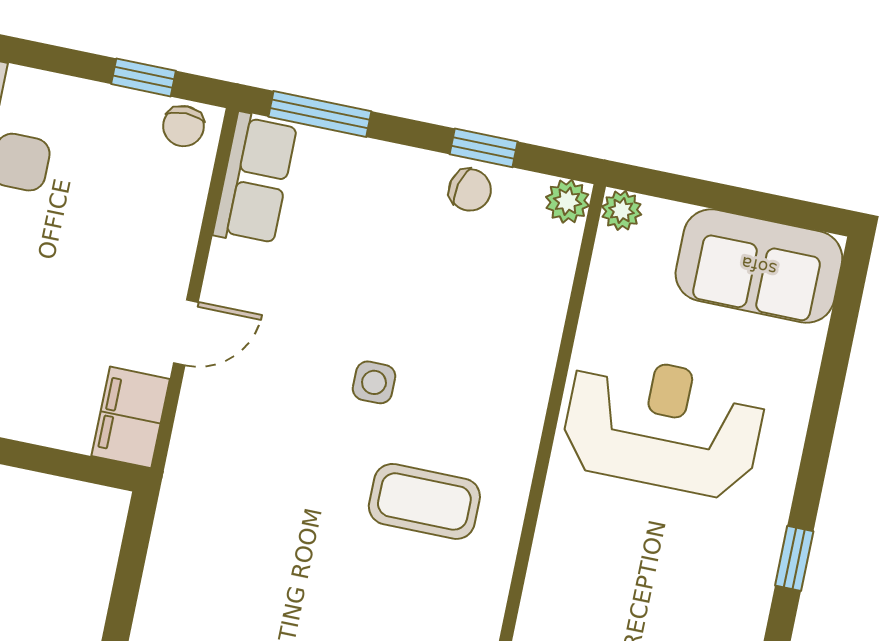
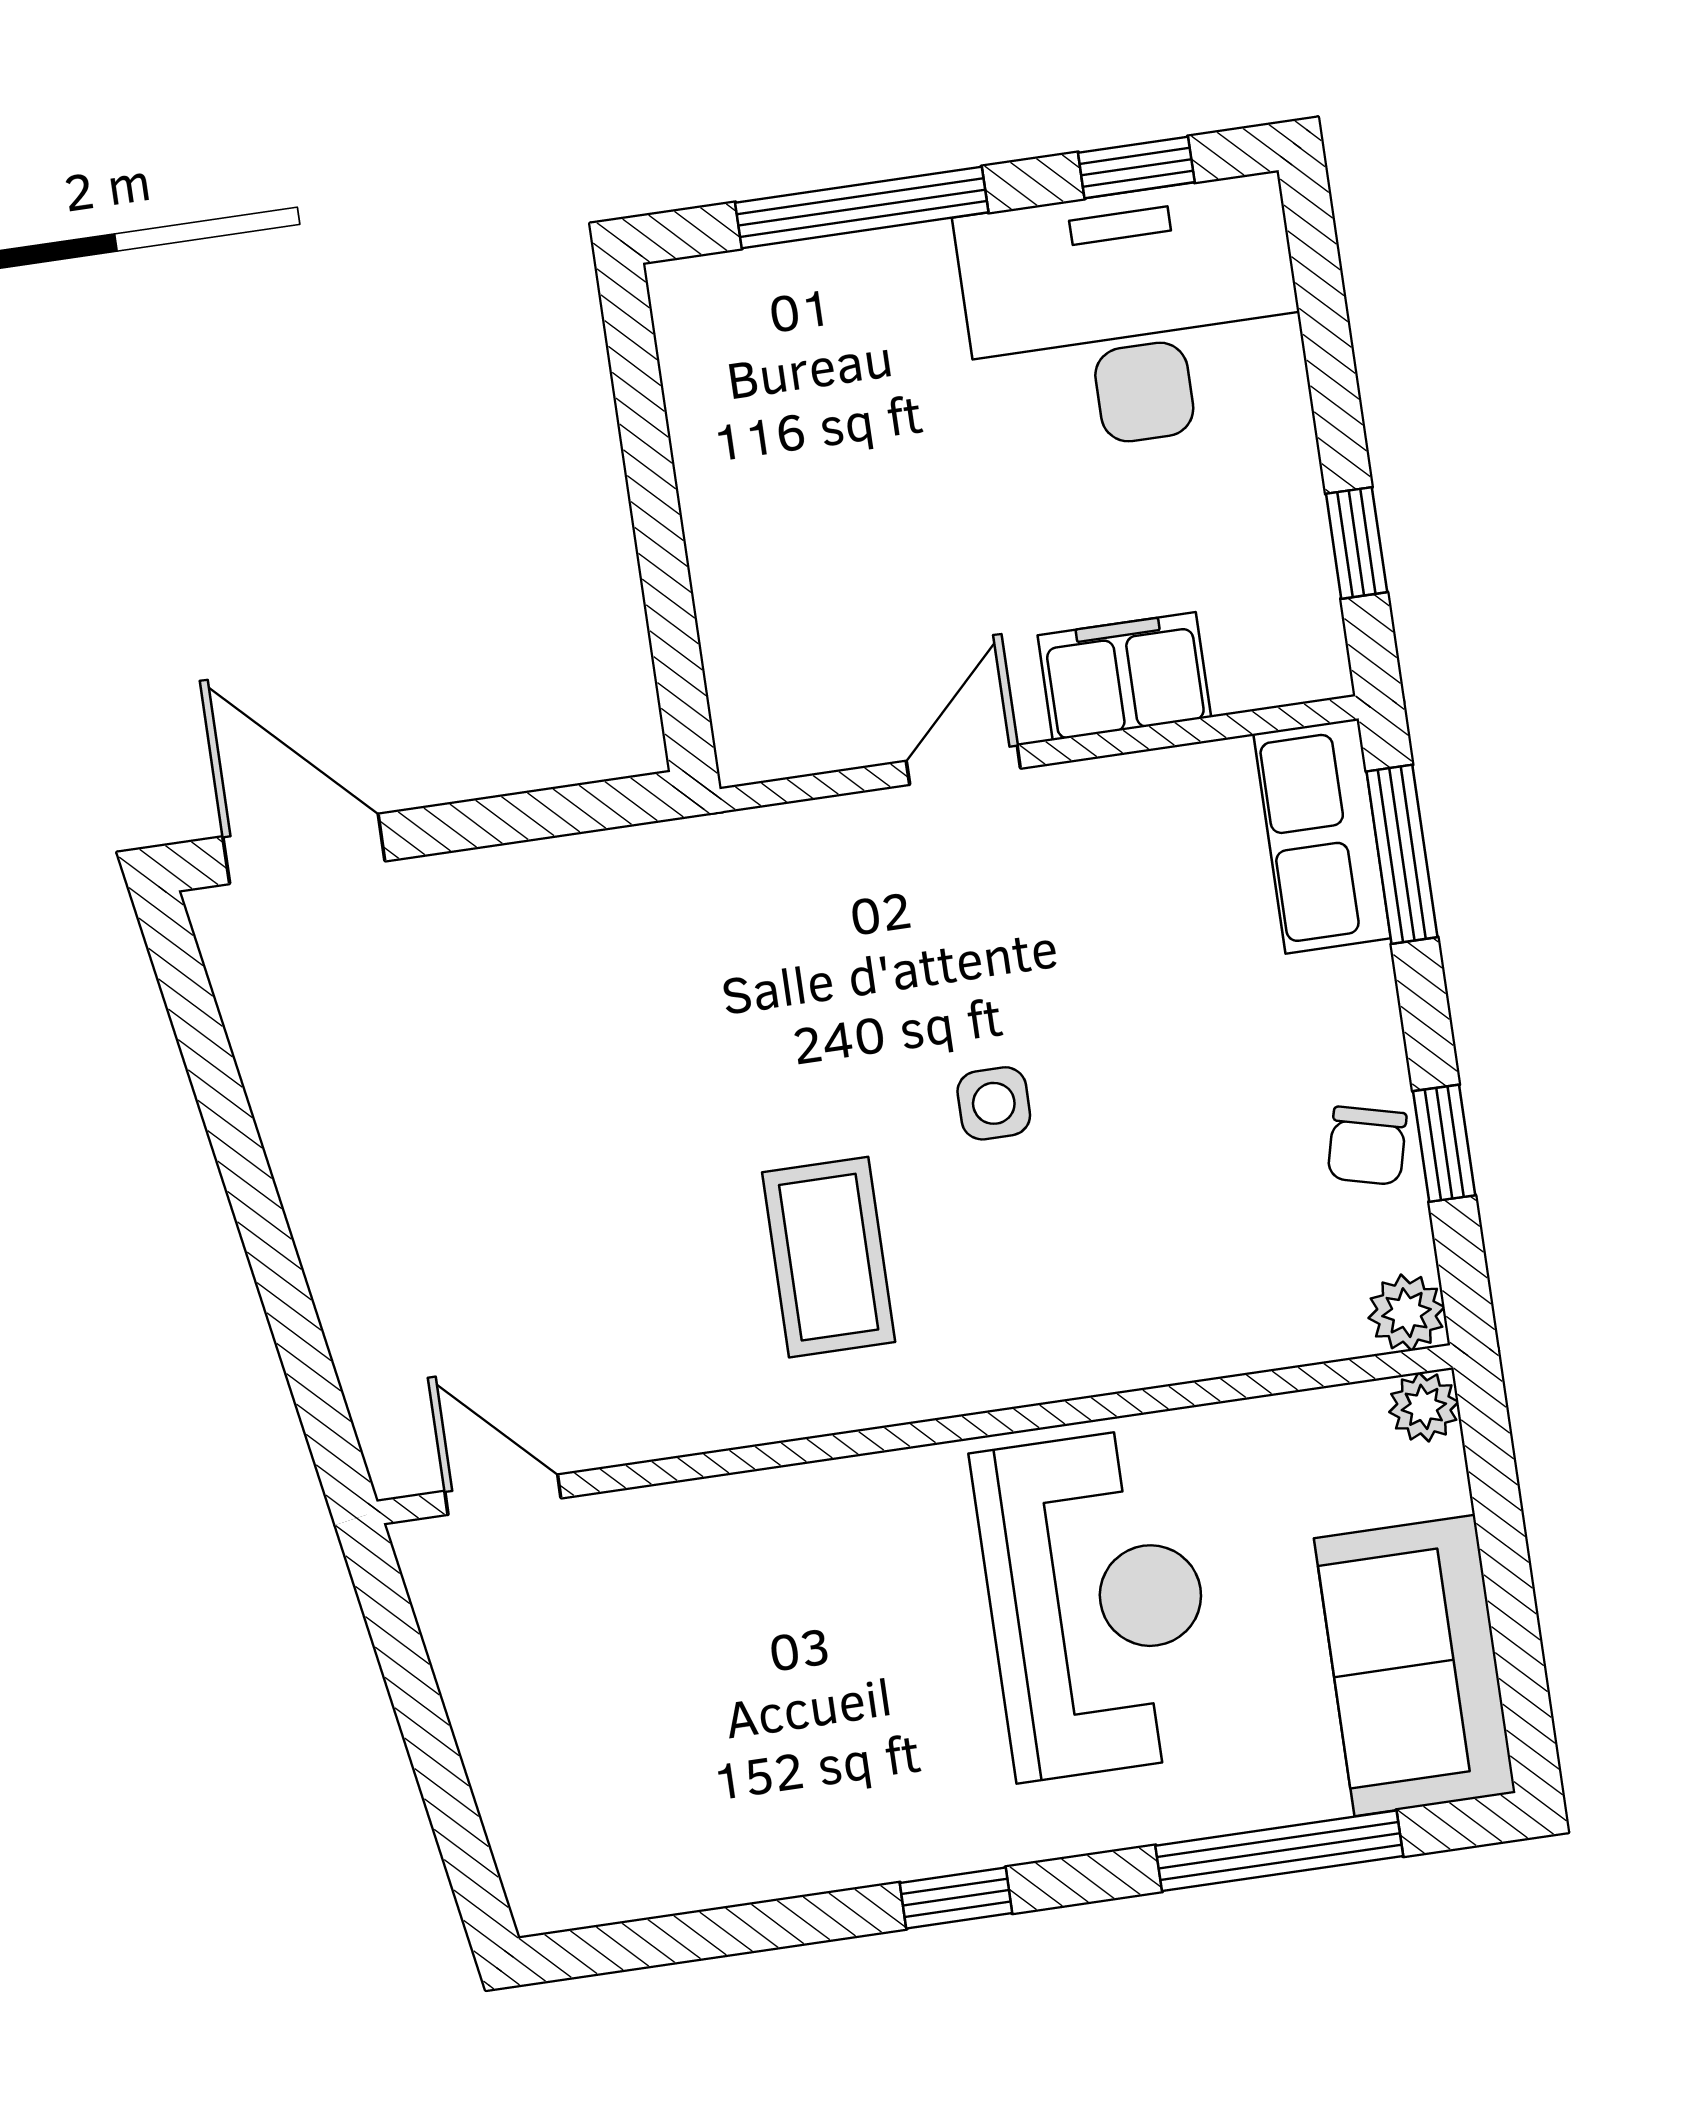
chair: (183, 126) -> (1301, 638), removed
row of seats: (255, 179) -> (1322, 836), moved, turned 90
door: (186, 332) -> (963, 765), swing flipped
window: (832, 375) -> (1279, 1851), added
filing cabinet: (131, 417) -> (1124, 676), moved

